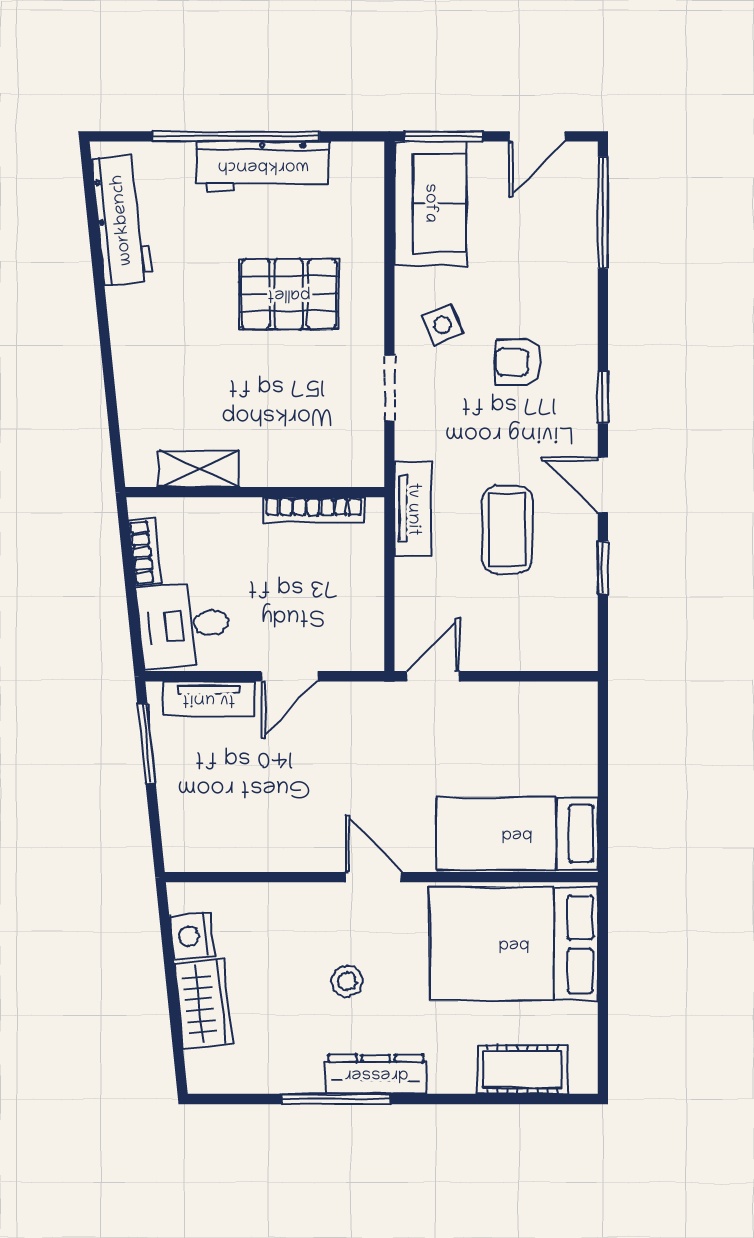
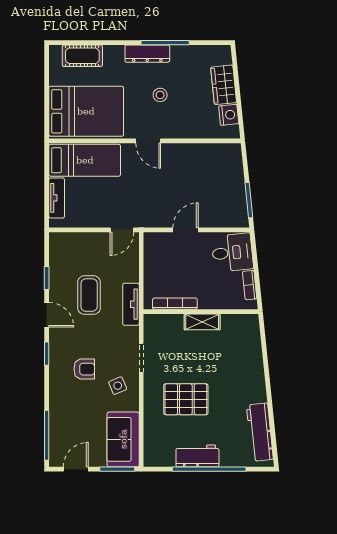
workbench: (263, 166) -> (197, 456), width x0.73
shelving: (199, 469) -> (202, 322), moved
tv unit: (209, 699) -> (57, 198), moved, turned 90

